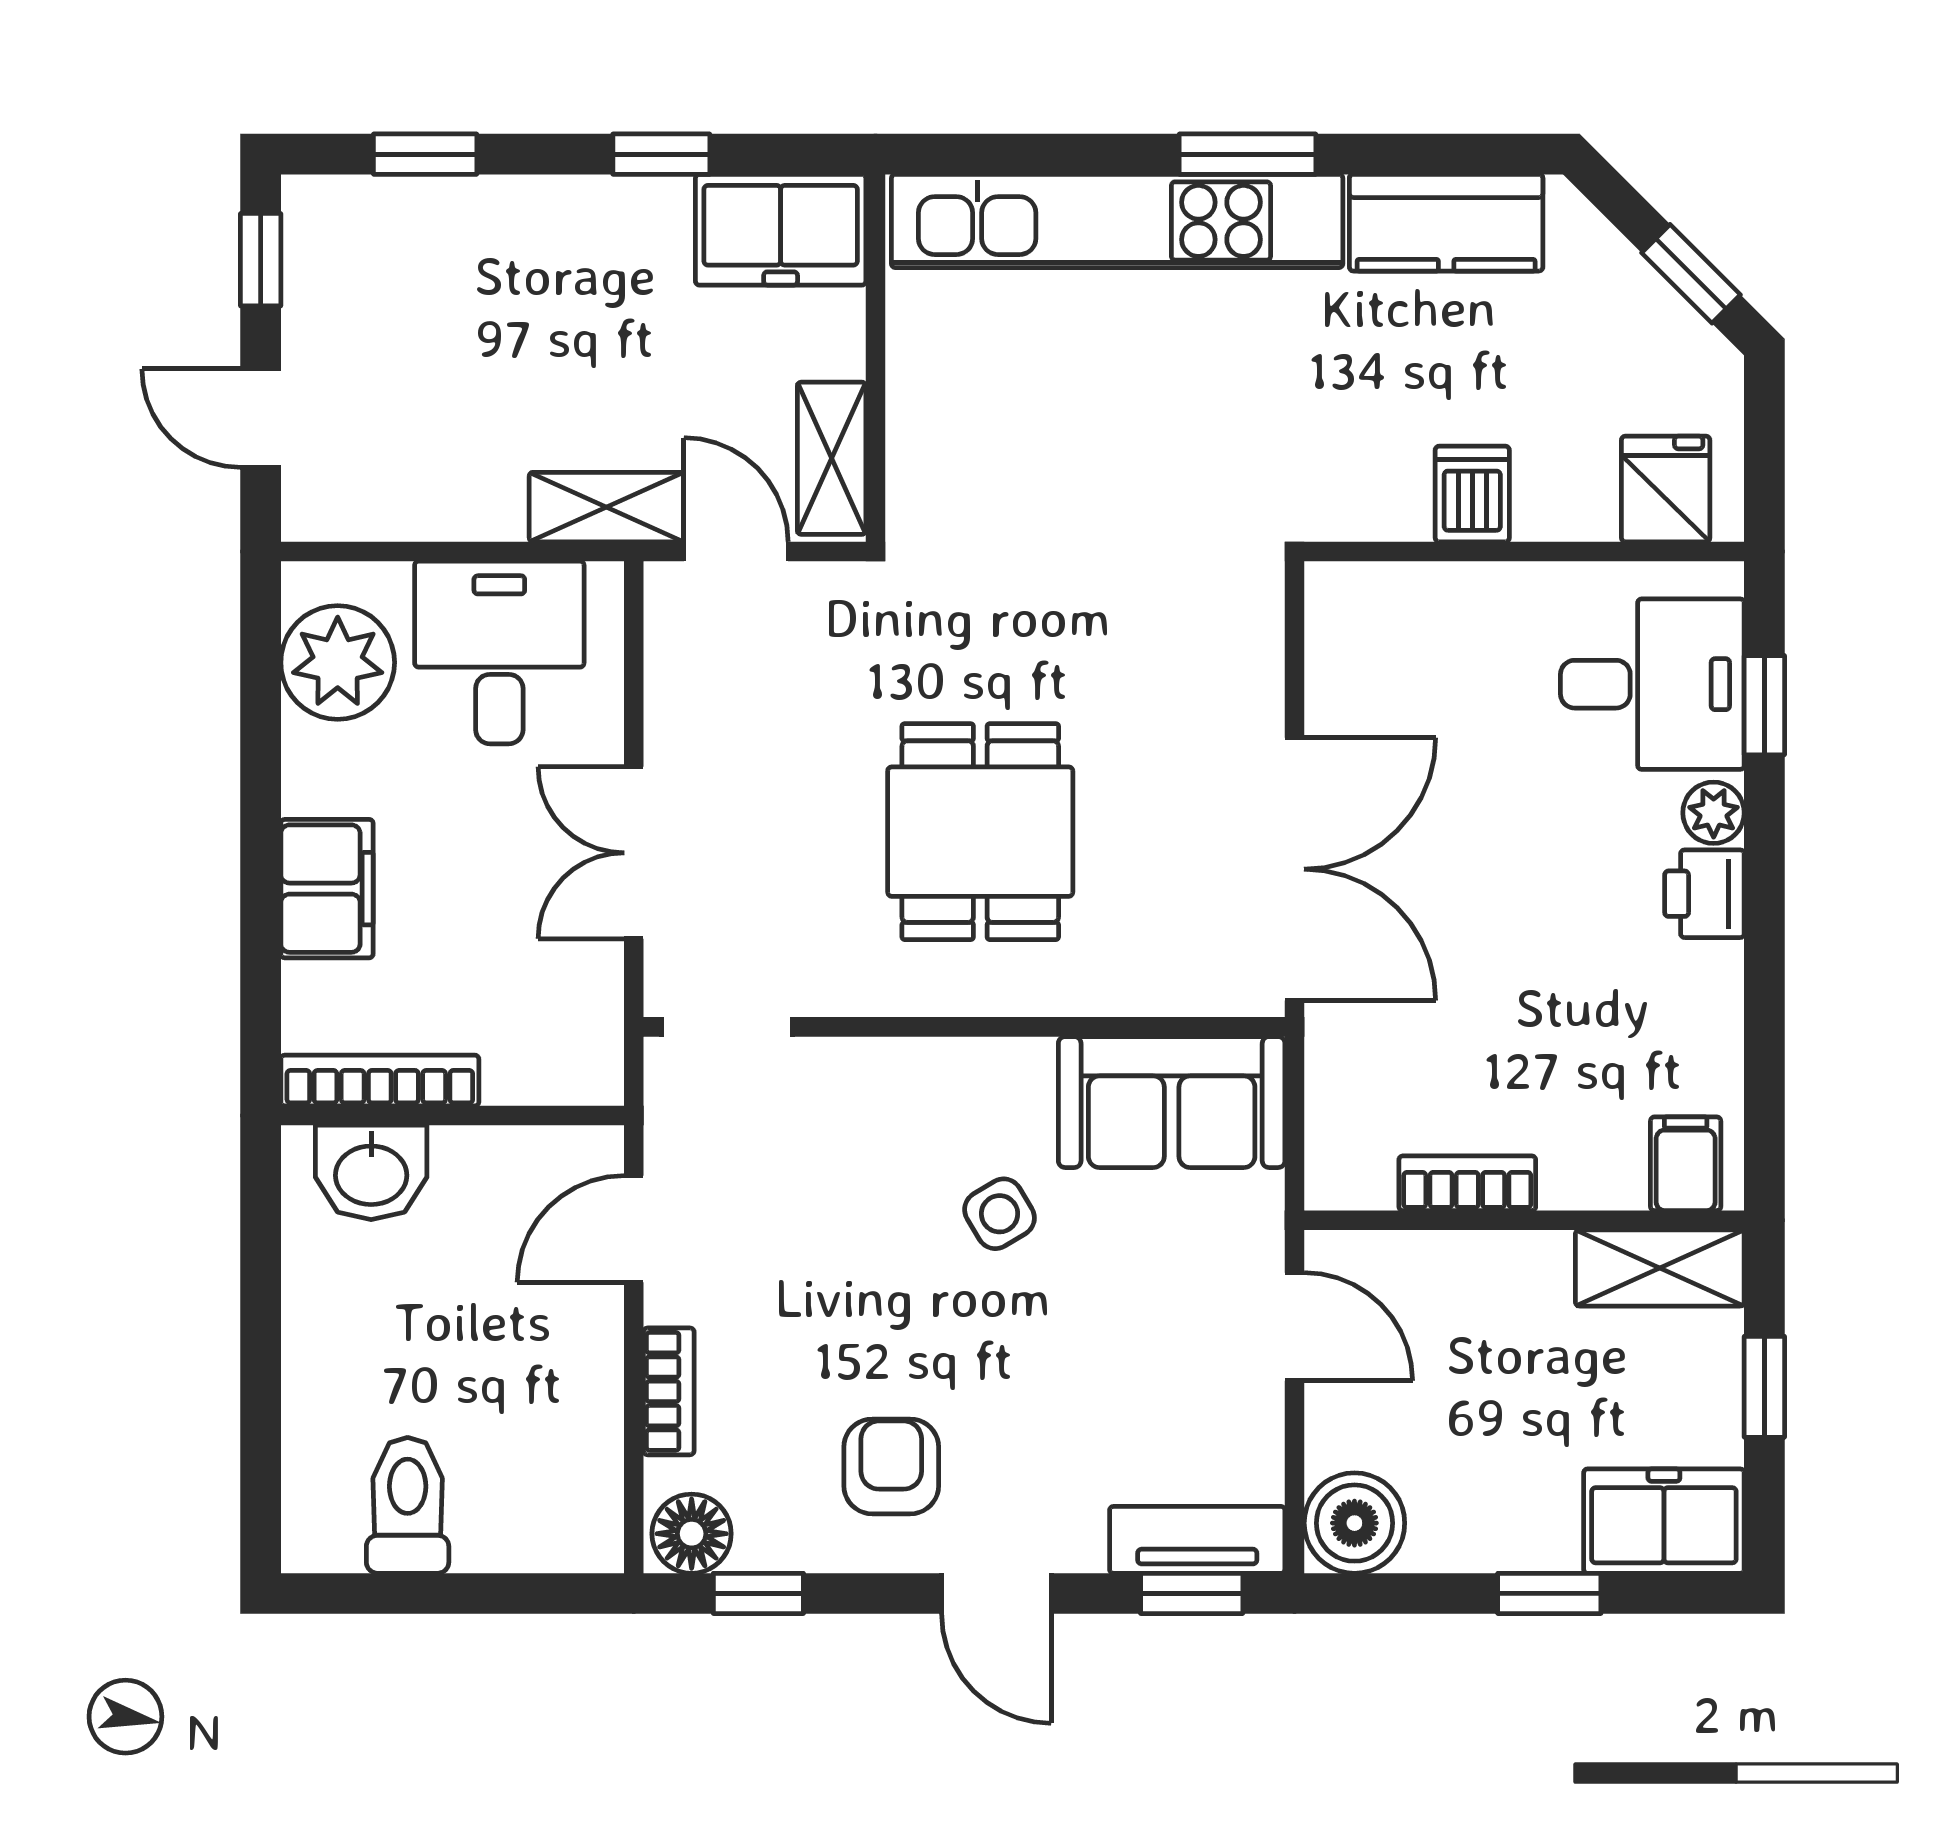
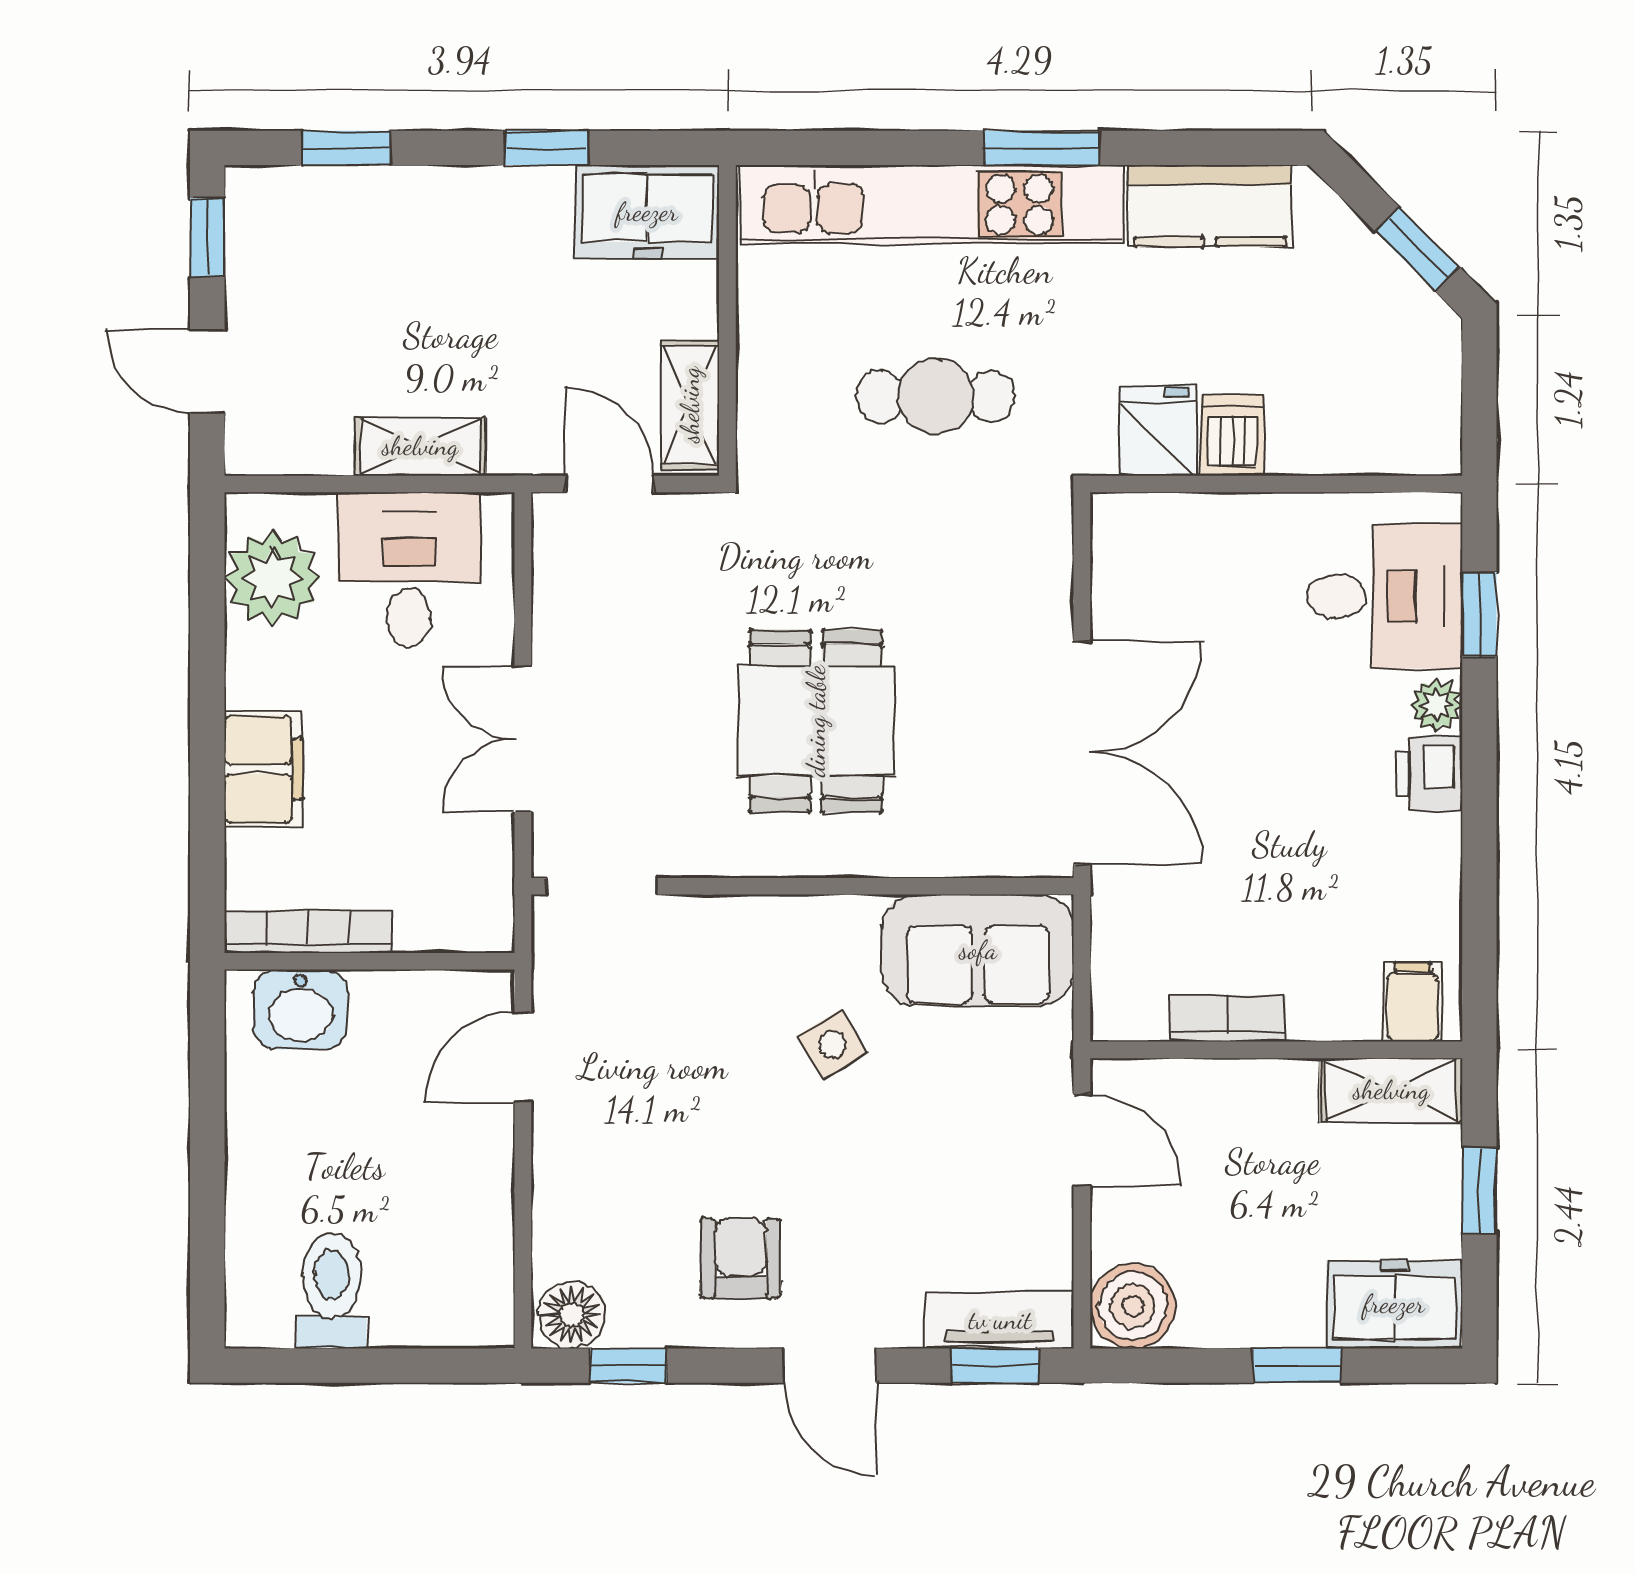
cafe table: (1122, 448) -> (936, 396), added
fridge: (1666, 489) -> (1158, 431), moved
shelving: (606, 507) -> (420, 446), moved
bookcase: (669, 1391) -> (553, 1195), removed

